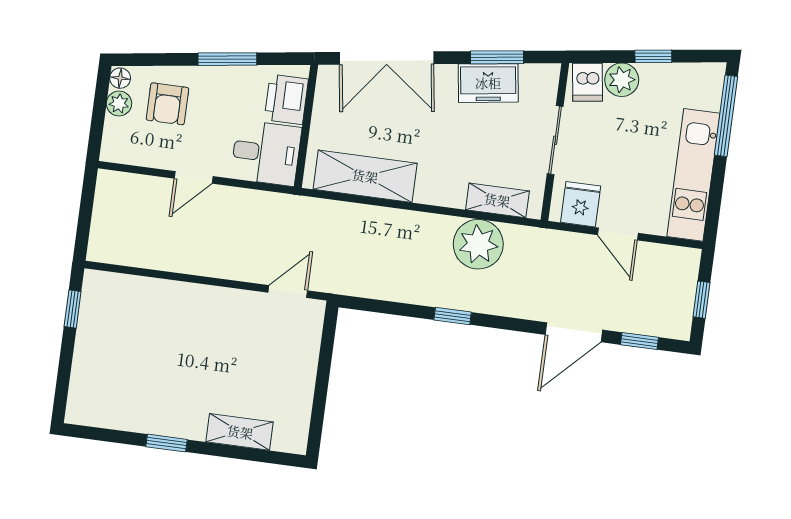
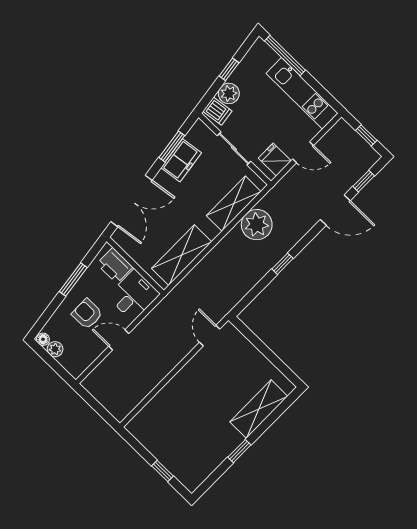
armchair: (167, 104) -> (87, 314), moved, turned 180
door: (194, 177) -> (119, 340), swing flipped
shelving: (497, 200) -> (234, 204), width x1.50, depth x1.33
window: (73, 309) -> (162, 471), moved
door: (574, 332) -> (335, 210), hinge flipped
shelving: (240, 432) -> (259, 409), width x1.50, depth x1.33

